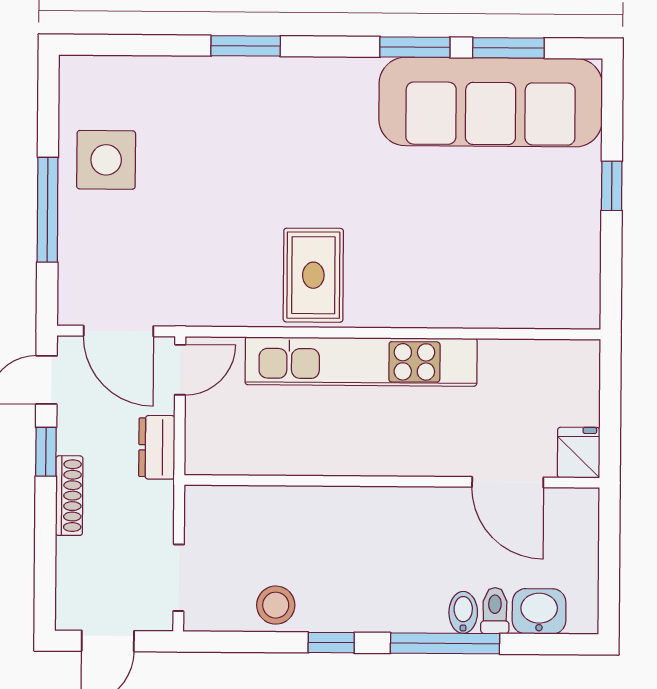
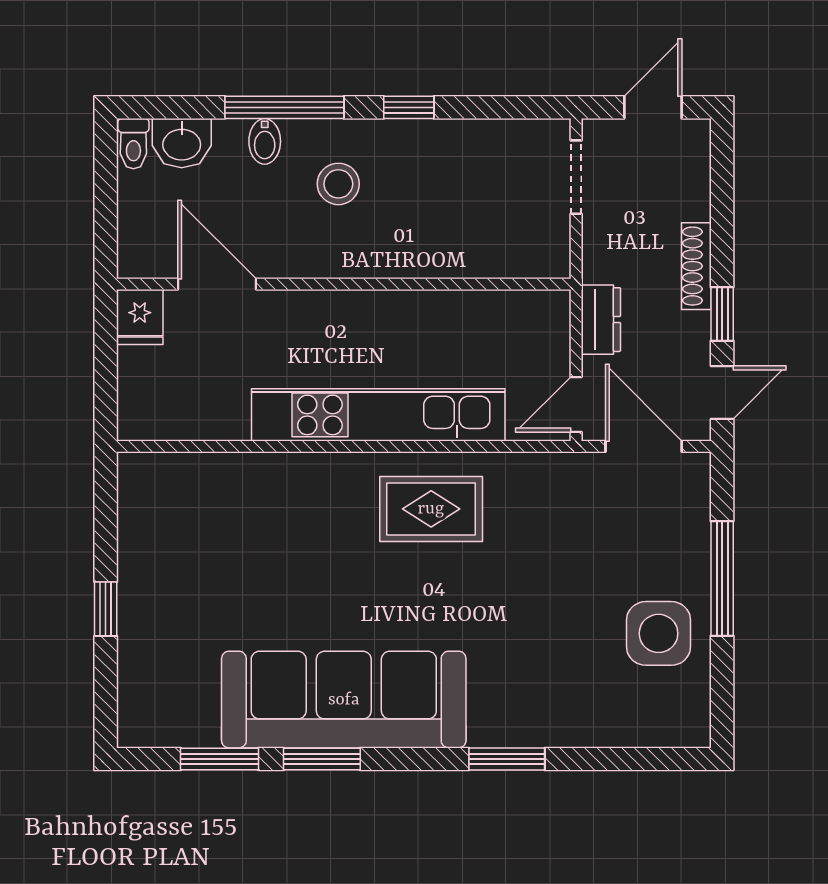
sofa: (491, 102) -> (344, 700), moved
rug: (313, 275) -> (431, 509), turned 90
stool: (276, 605) -> (338, 184), moved
toilet: (495, 611) -> (133, 144), moved

